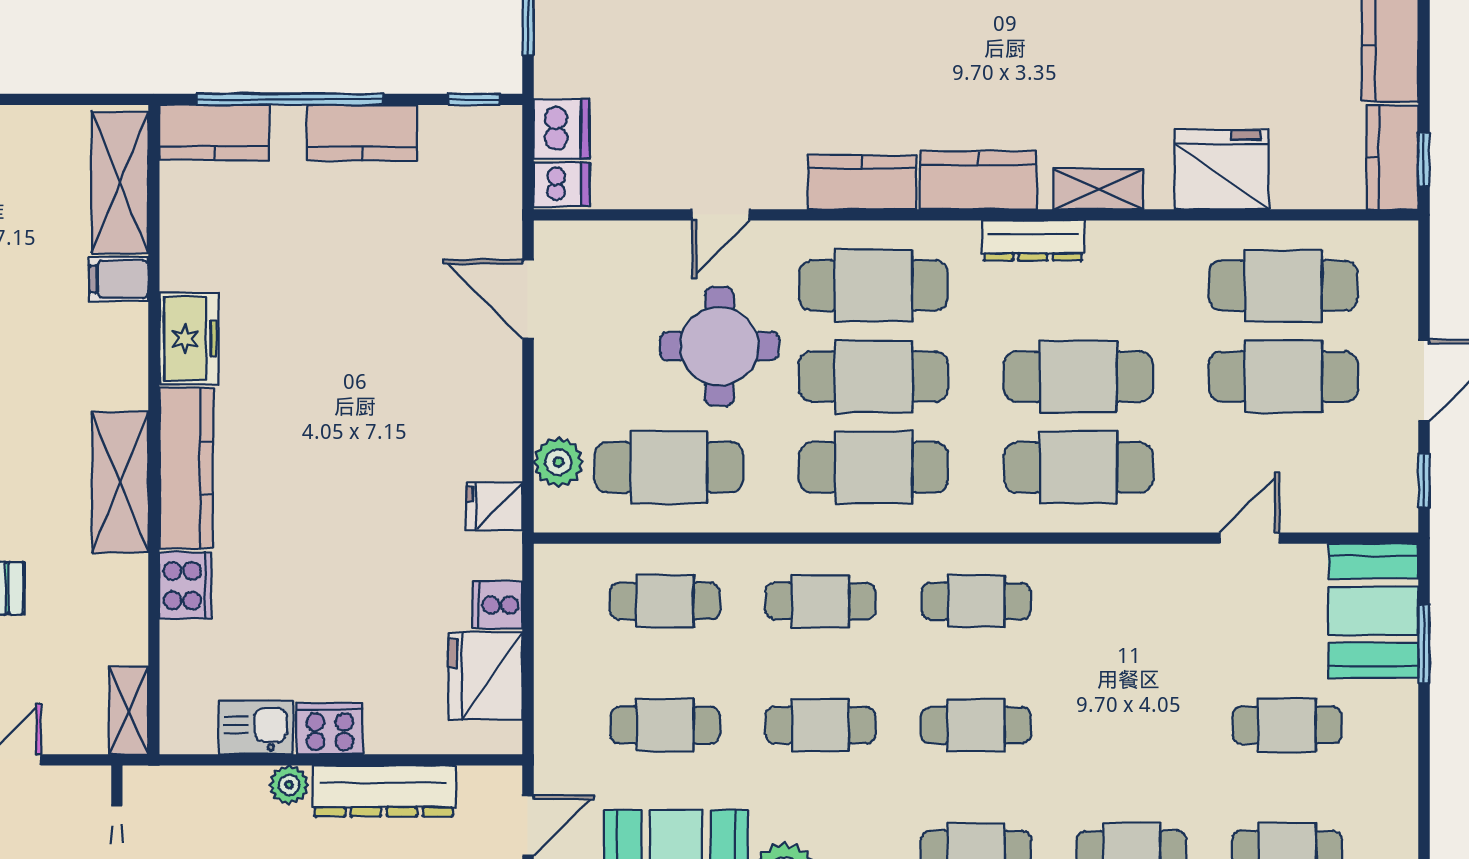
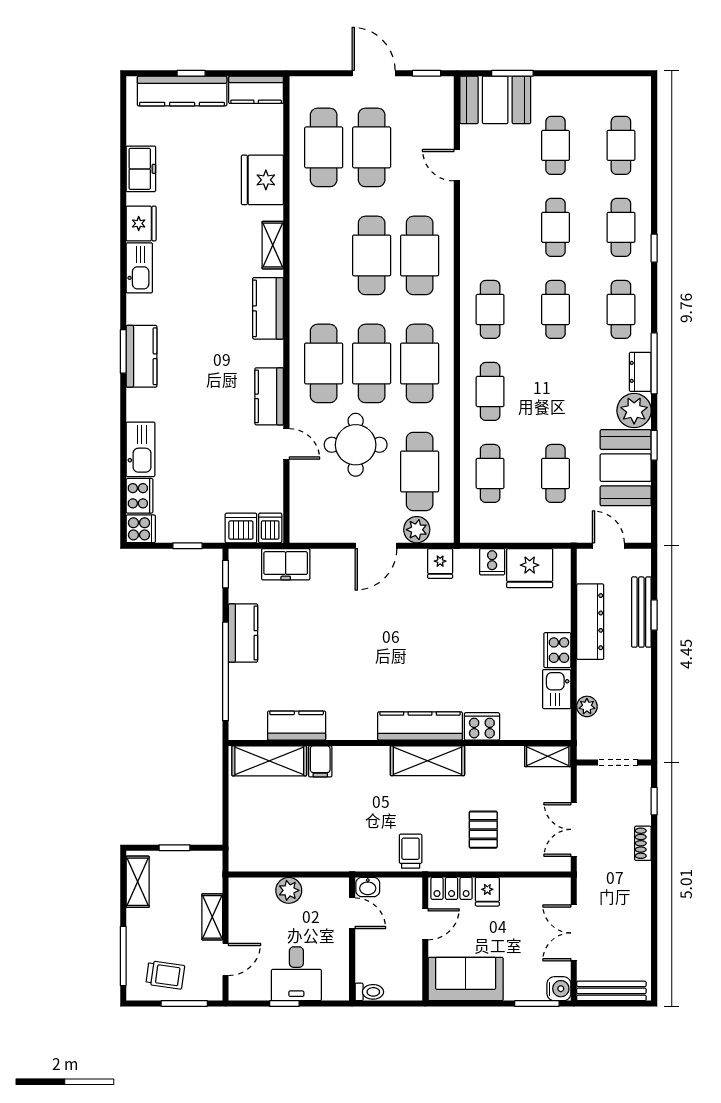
kitchen counter: (214, 132) -> (297, 726), moved, turned -90
window: (1424, 160) -> (191, 73), moved
kitchen counter: (862, 182) -> (269, 396), moved
dresser: (1033, 241) -> (300, 279), removed
door: (528, 299) -> (376, 546), moved
freezer: (189, 339) -> (286, 564), moved, turned 180
cafe table: (820, 725) -> (556, 227), moved
plant: (289, 785) -> (587, 706), moved

